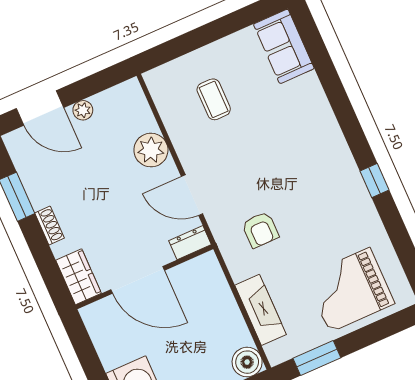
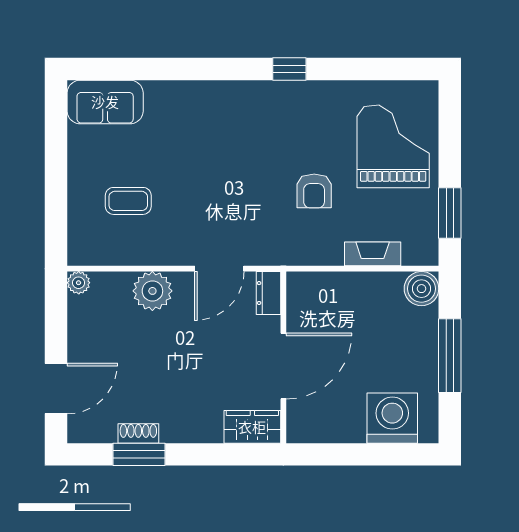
plant: (83, 110) -> (79, 283), moved
shoe rack: (50, 226) -> (138, 433), moved
armchair: (260, 230) -> (314, 191), moved, turned 90
grand piano: (350, 290) -> (393, 146), turned 180
fireplace: (260, 310) -> (373, 254), width x0.73, depth x0.76

